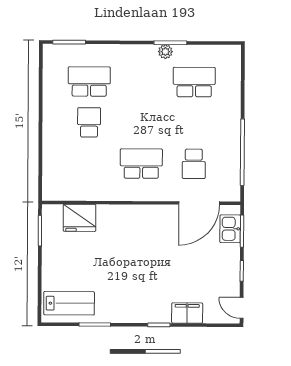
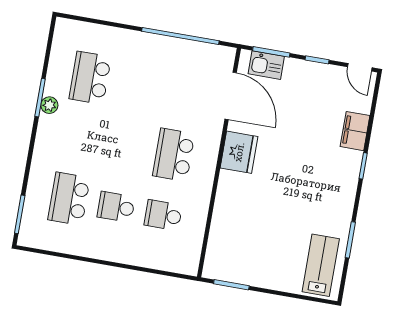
school desk: (194, 164) -> (163, 215), moved, turned 180
fridge: (80, 218) -> (239, 152), moved
door: (242, 308) -> (360, 67), hinge flipped

